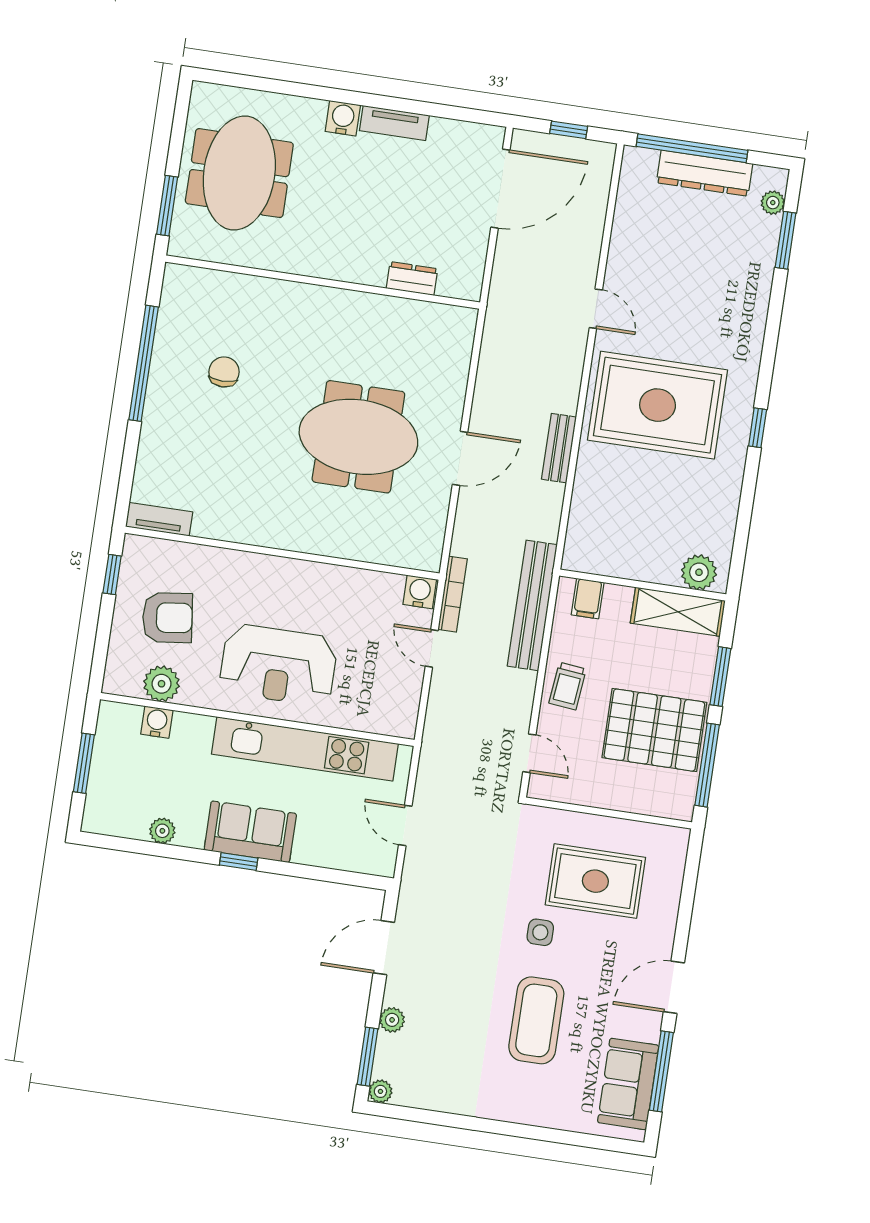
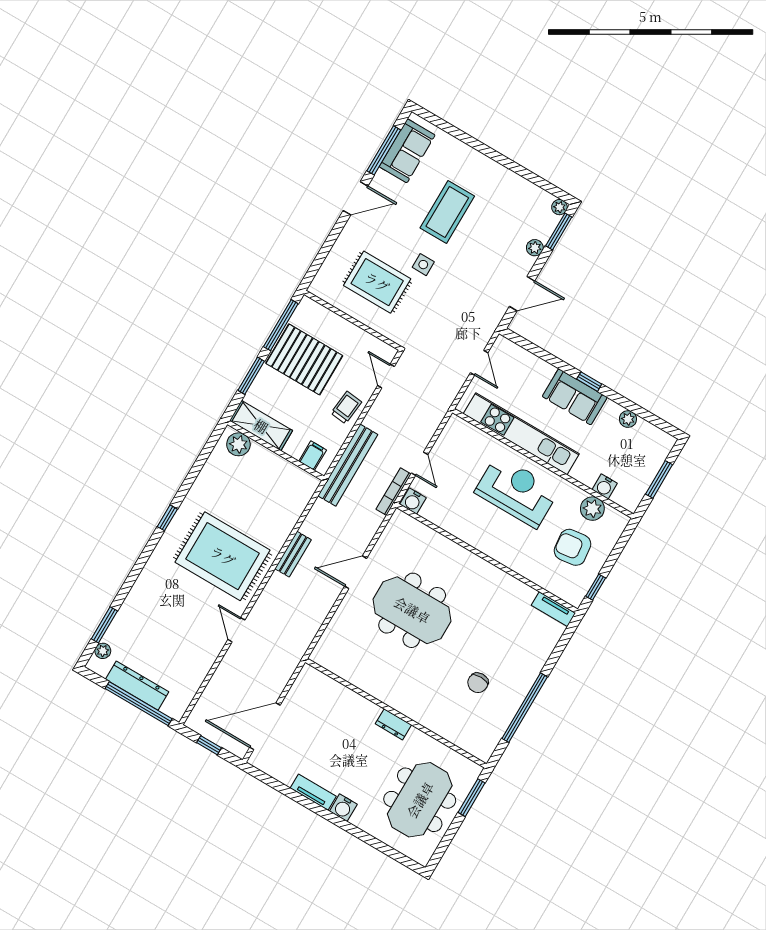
dresser: (412, 279) -> (393, 724), moved

